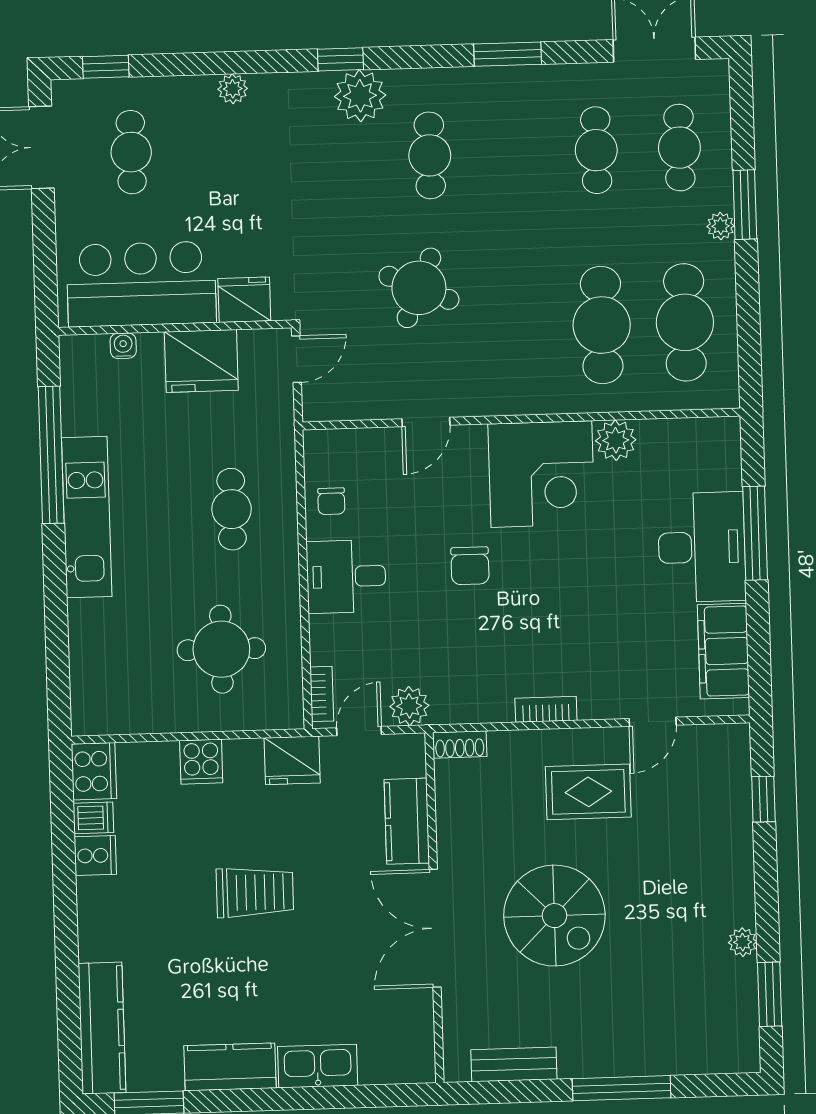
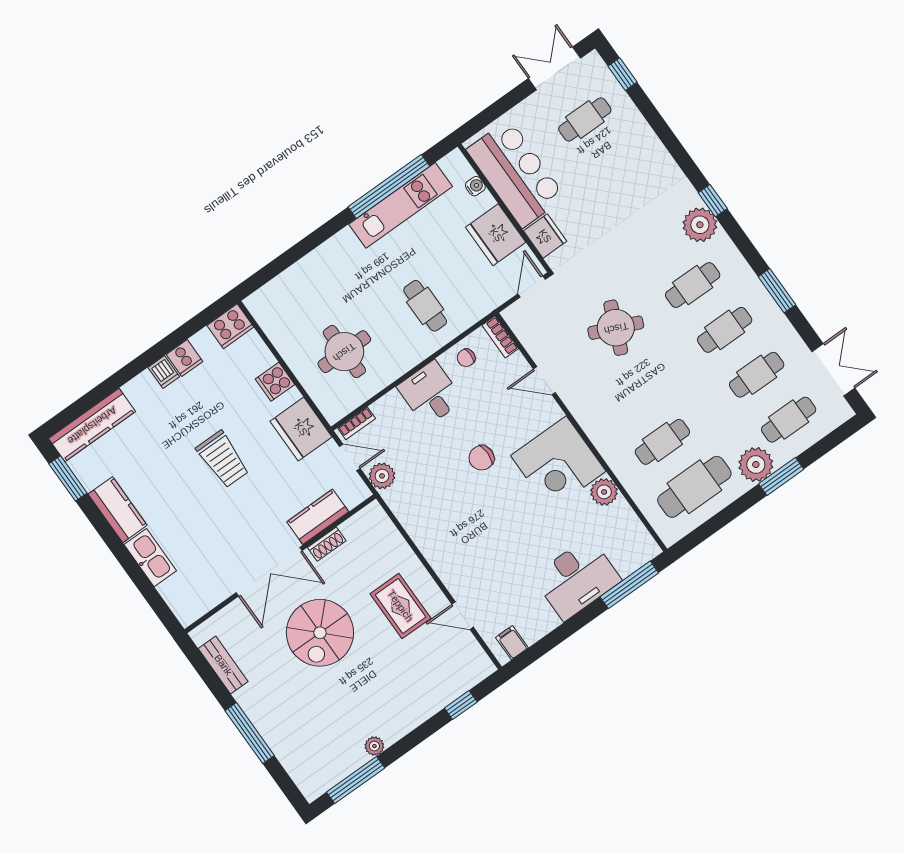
plant: (233, 89) -> (657, 152), removed
cafe table: (513, 153) -> (725, 330), added
plant: (721, 226) -> (756, 464), width x1.88, depth x1.88
cafe table: (602, 325) -> (662, 442), width x0.73, depth x0.74
door: (297, 359) -> (532, 287), swing flipped
cafe table: (232, 509) -> (425, 306), turned 90
kitchen unit: (87, 517) -> (401, 205), moved
window: (755, 533) -> (629, 585), moved
filing cabinet: (723, 651) -> (512, 643), width x0.33, depth x0.86
bookcase: (546, 709) -> (500, 337), moved, turned 180
shoe rack: (460, 745) -> (327, 544), moved, turned -90
fridge: (292, 760) -> (301, 429), width x1.36, depth x1.34
dishwasher: (93, 818) -> (164, 372), moved
double door: (435, 928) -> (269, 572), swing flipped
window: (770, 994) -> (356, 780), width x1.44

